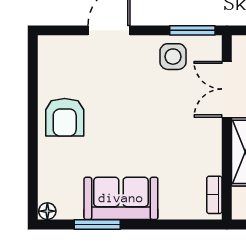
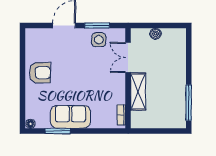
window: (192, 30) -> (97, 26), moved
armchair: (65, 117) -> (40, 73), turned -90

